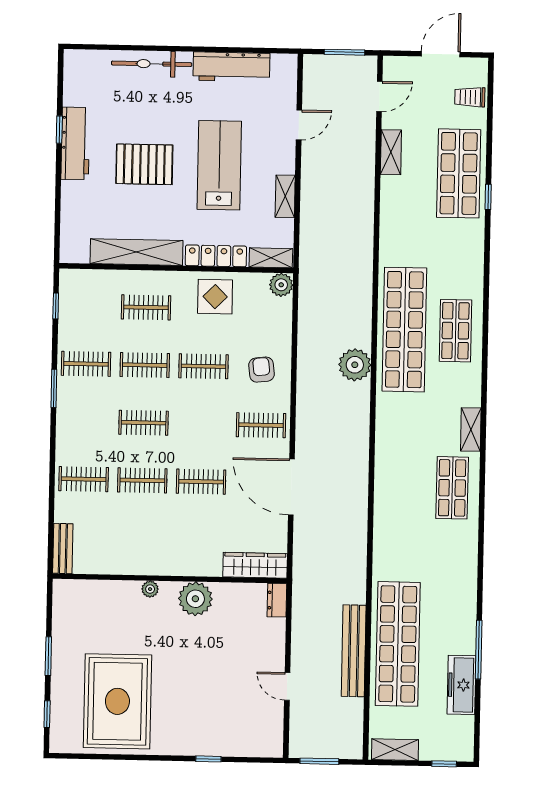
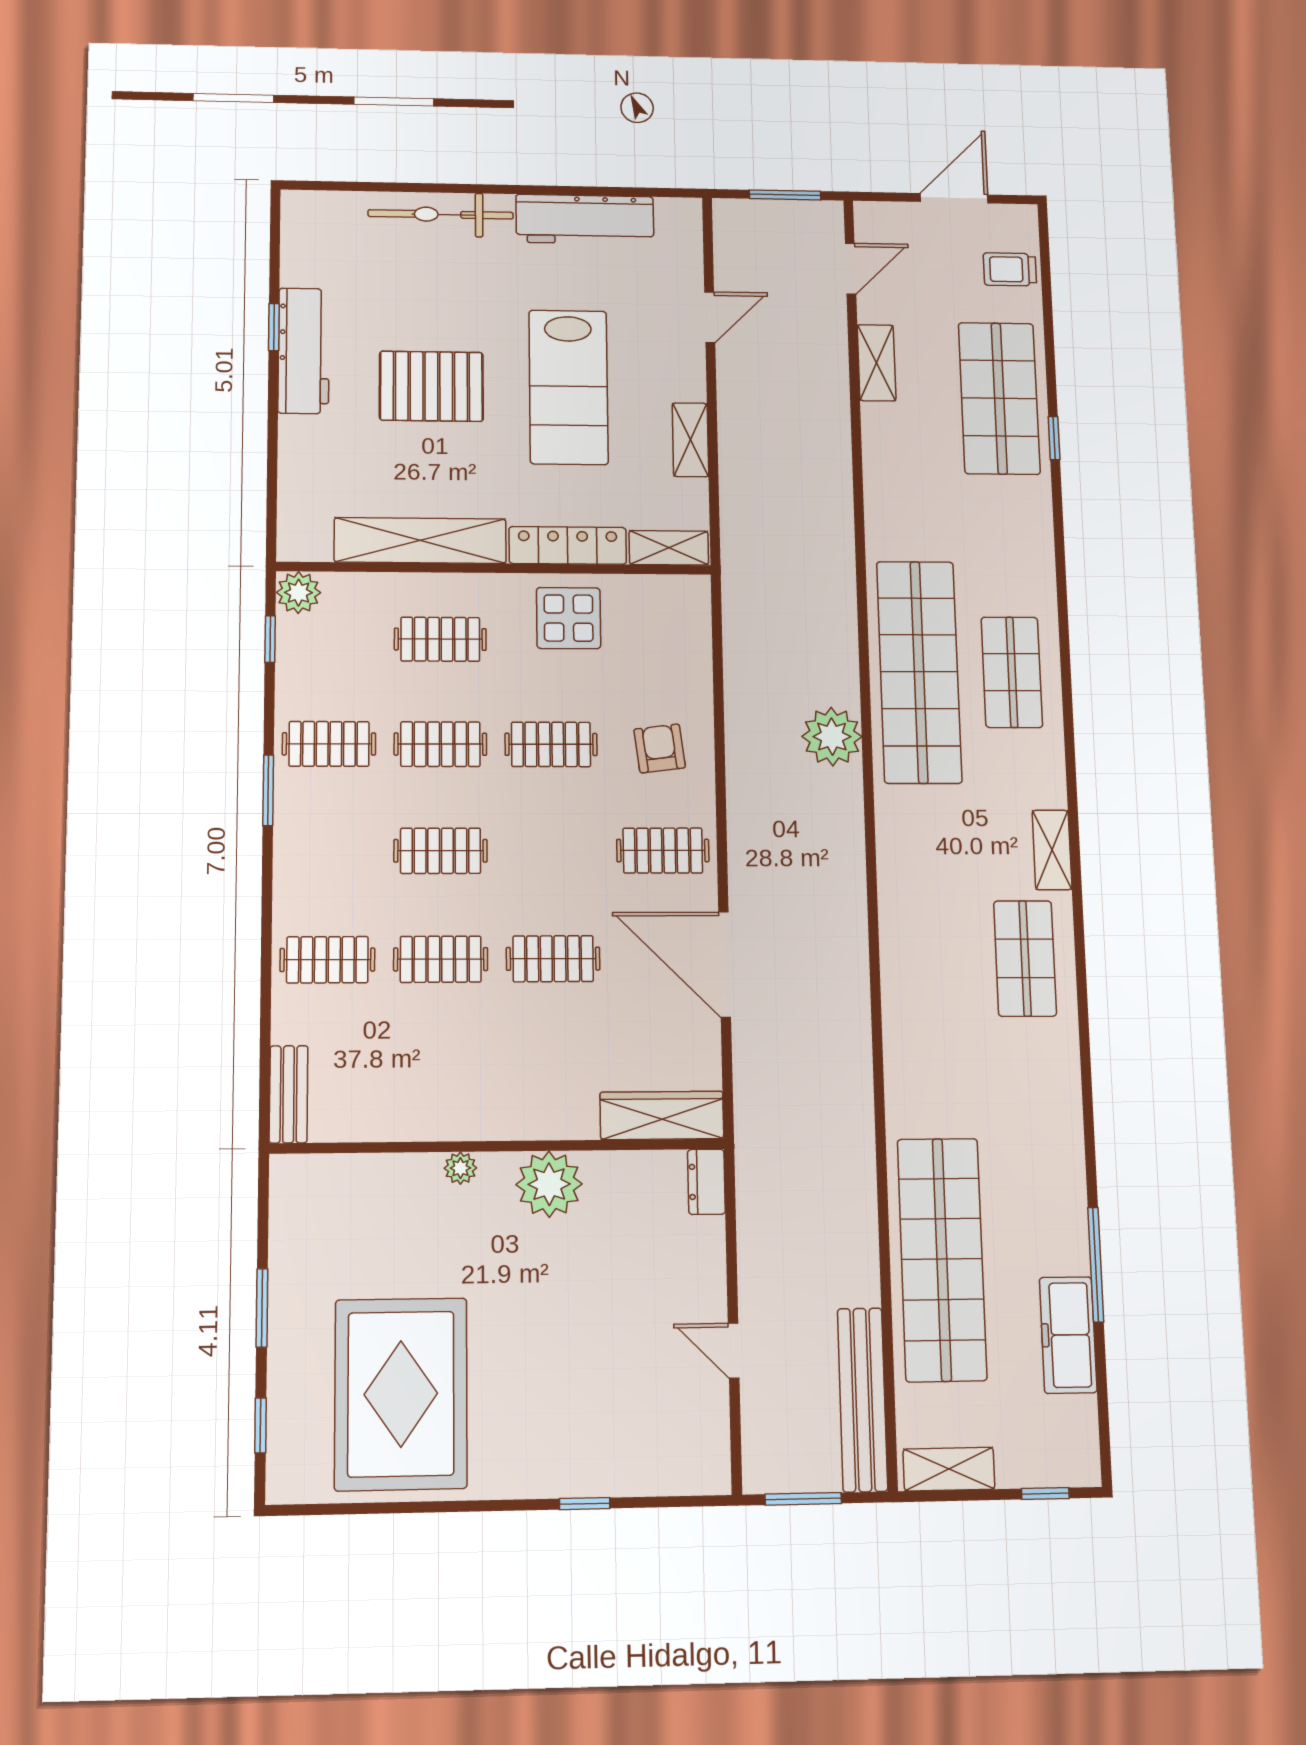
lab bench: (219, 165) -> (568, 387), turned 180
plant: (281, 285) -> (298, 593), moved
bench: (354, 651) -> (862, 1400), moved

